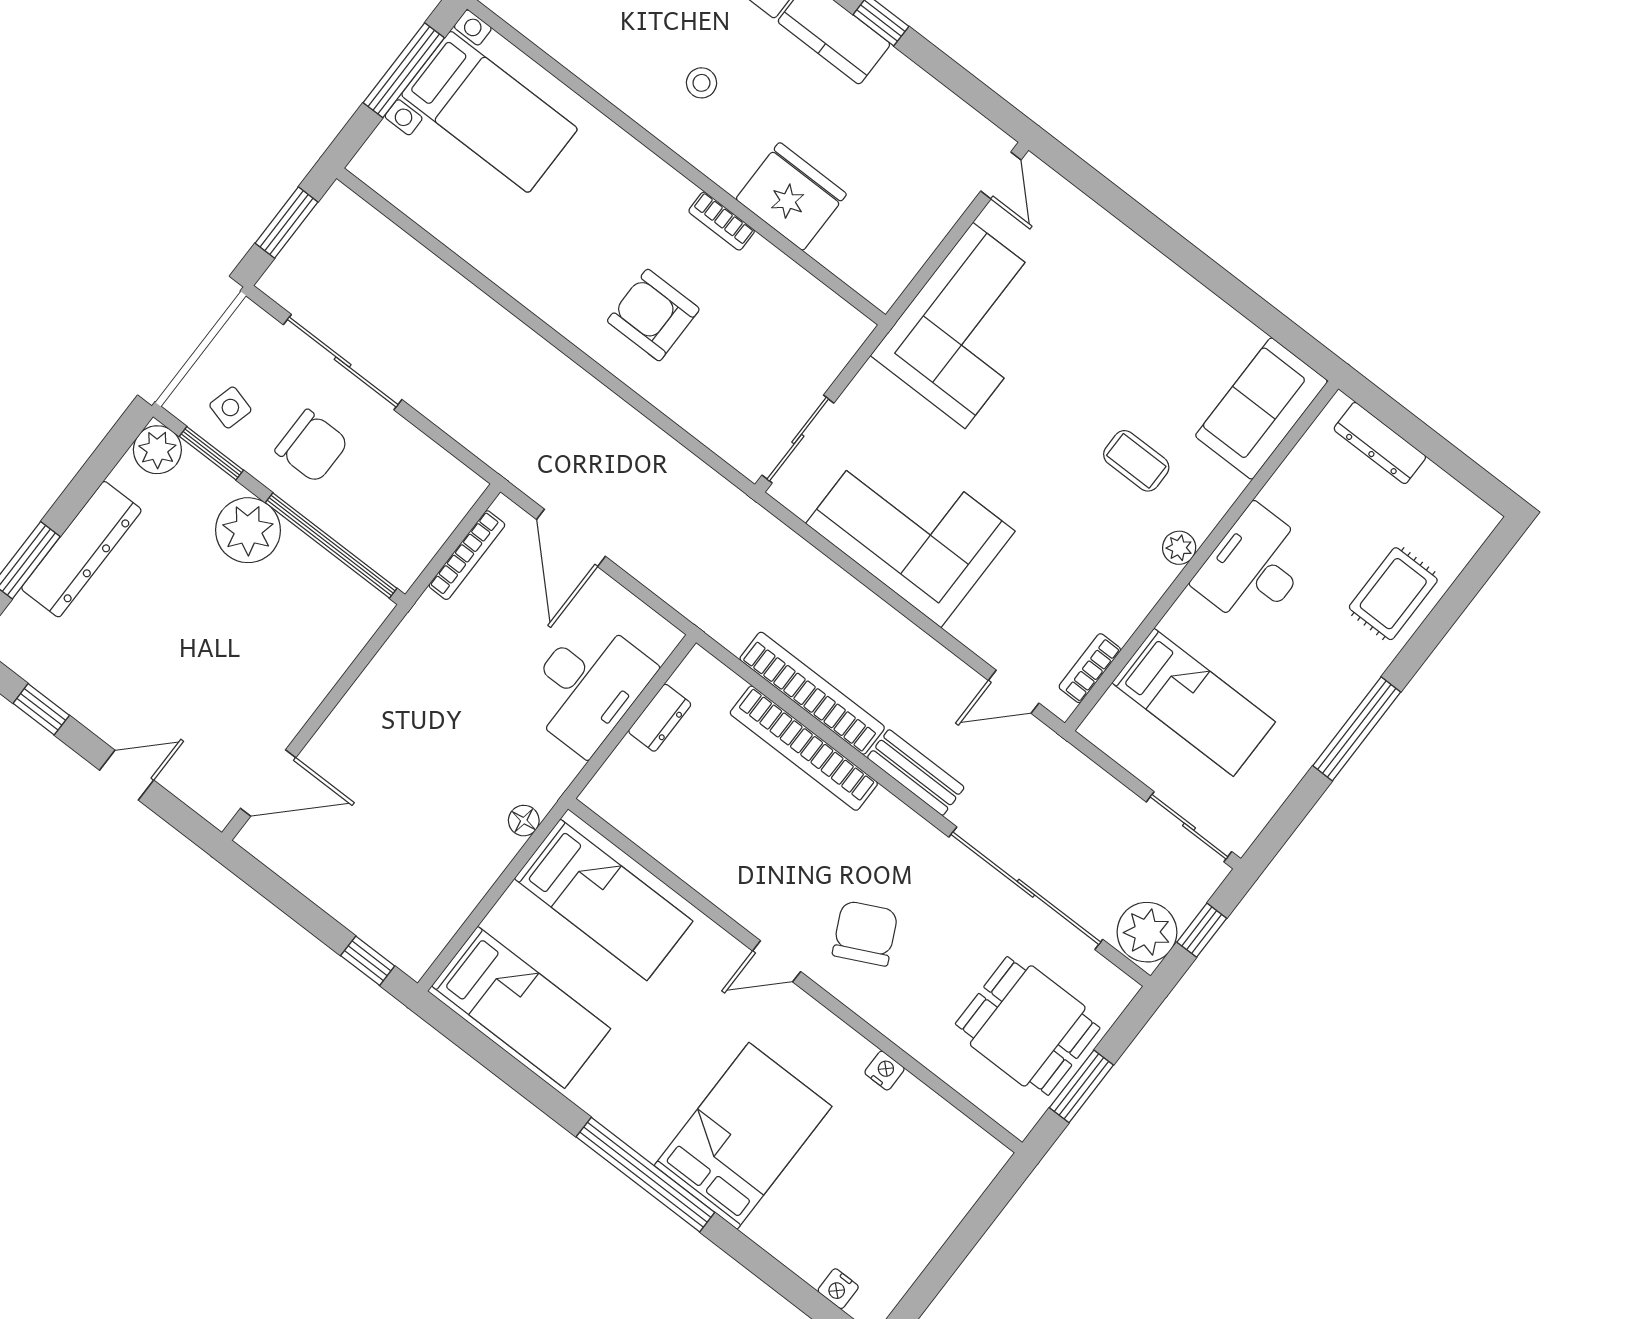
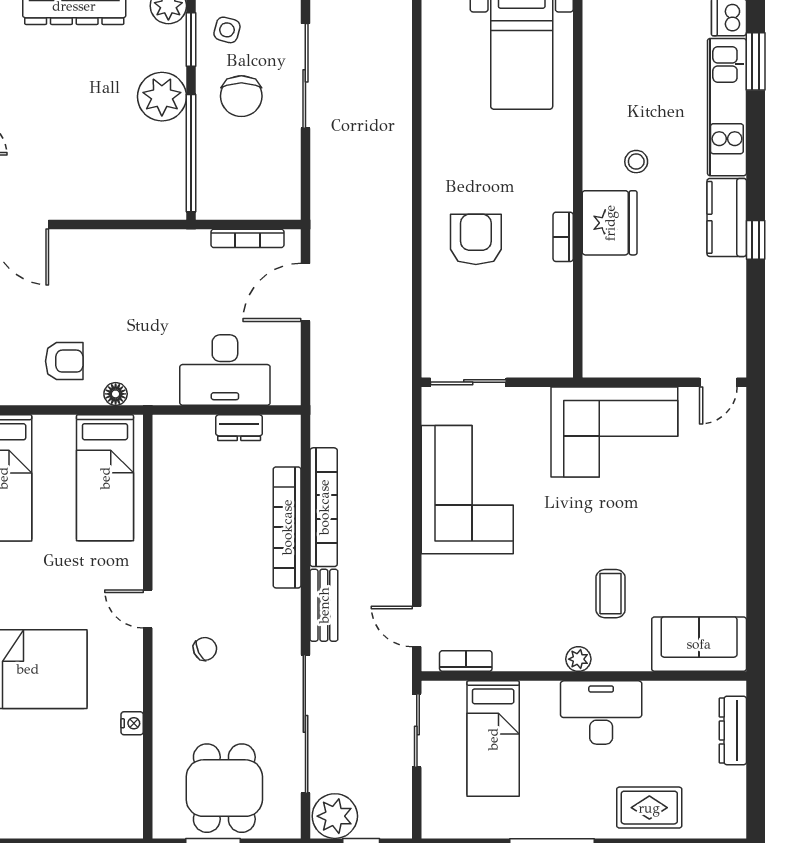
fridge: (791, 197) -> (610, 223), moved
sliding door: (1189, 827) -> (417, 730), moved
armchair: (447, 848) -> (64, 361), added
chair: (865, 933) -> (205, 649), width x0.54, depth x0.54

